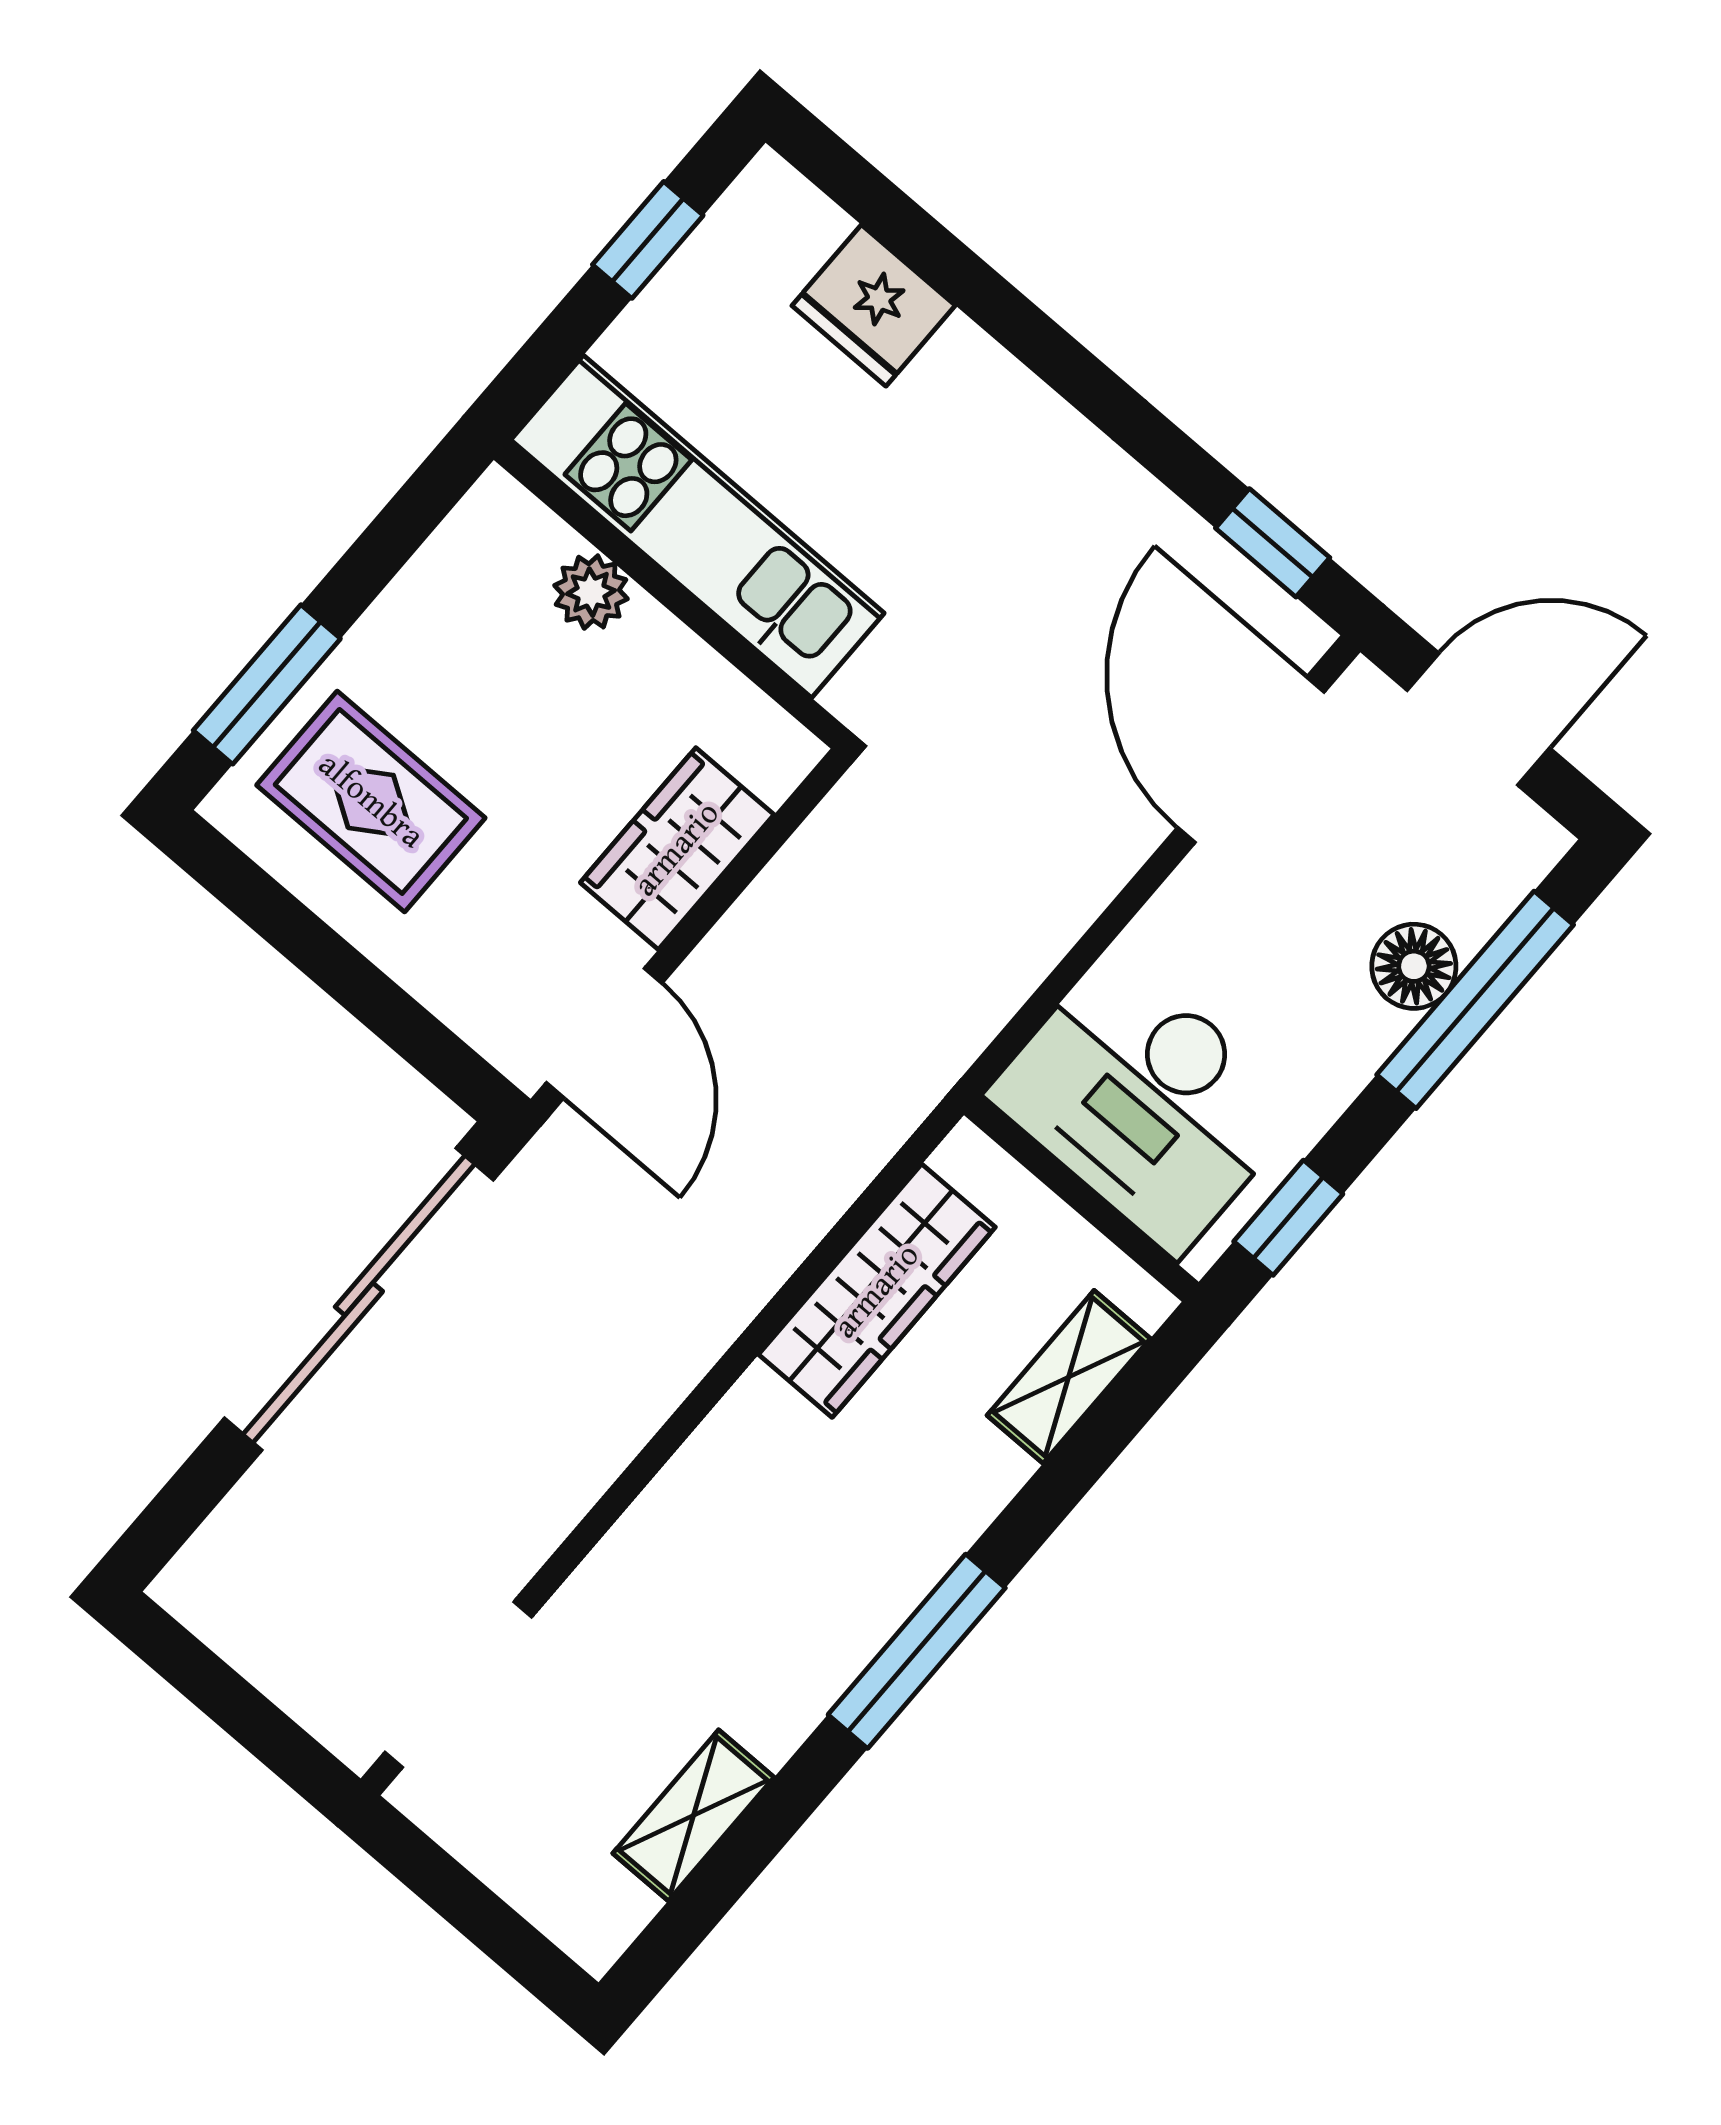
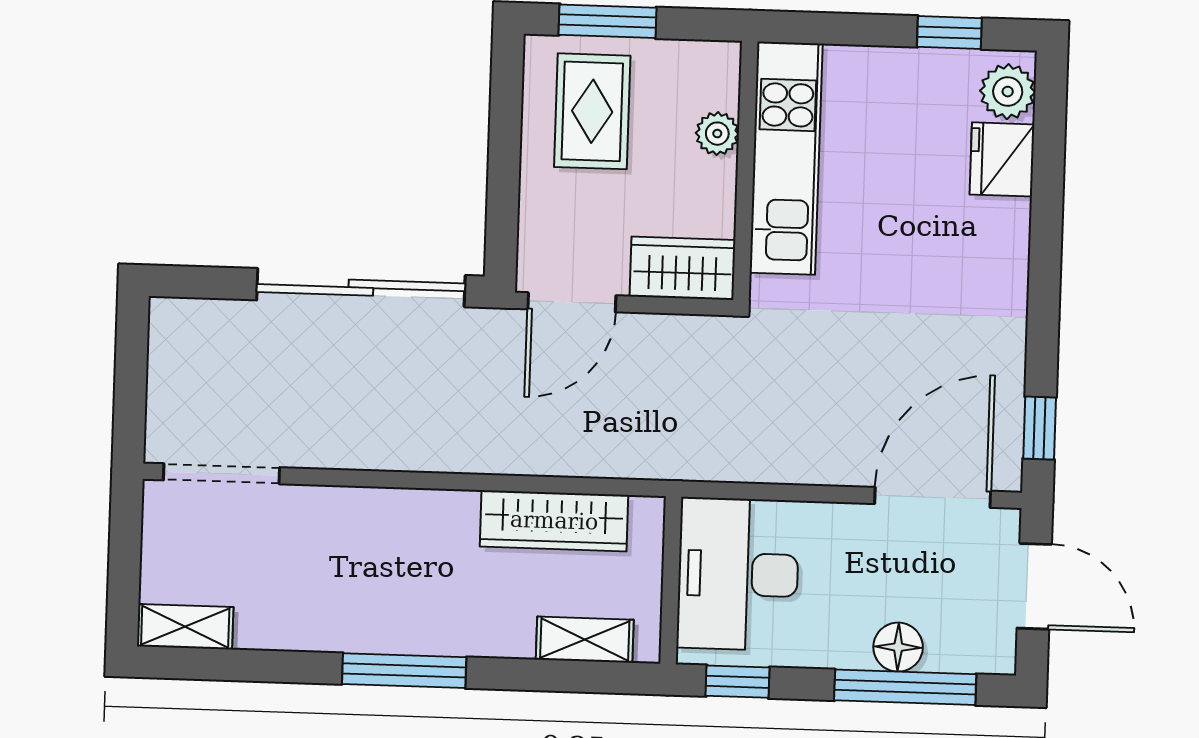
plant: (789, 225) -> (1008, 92), added
kitchen unit: (698, 527) -> (786, 158), moved
plant: (591, 592) -> (717, 134), moved
wall: (671, 594) -> (745, 171), moved
shelving: (693, 1815) -> (185, 627), moved

